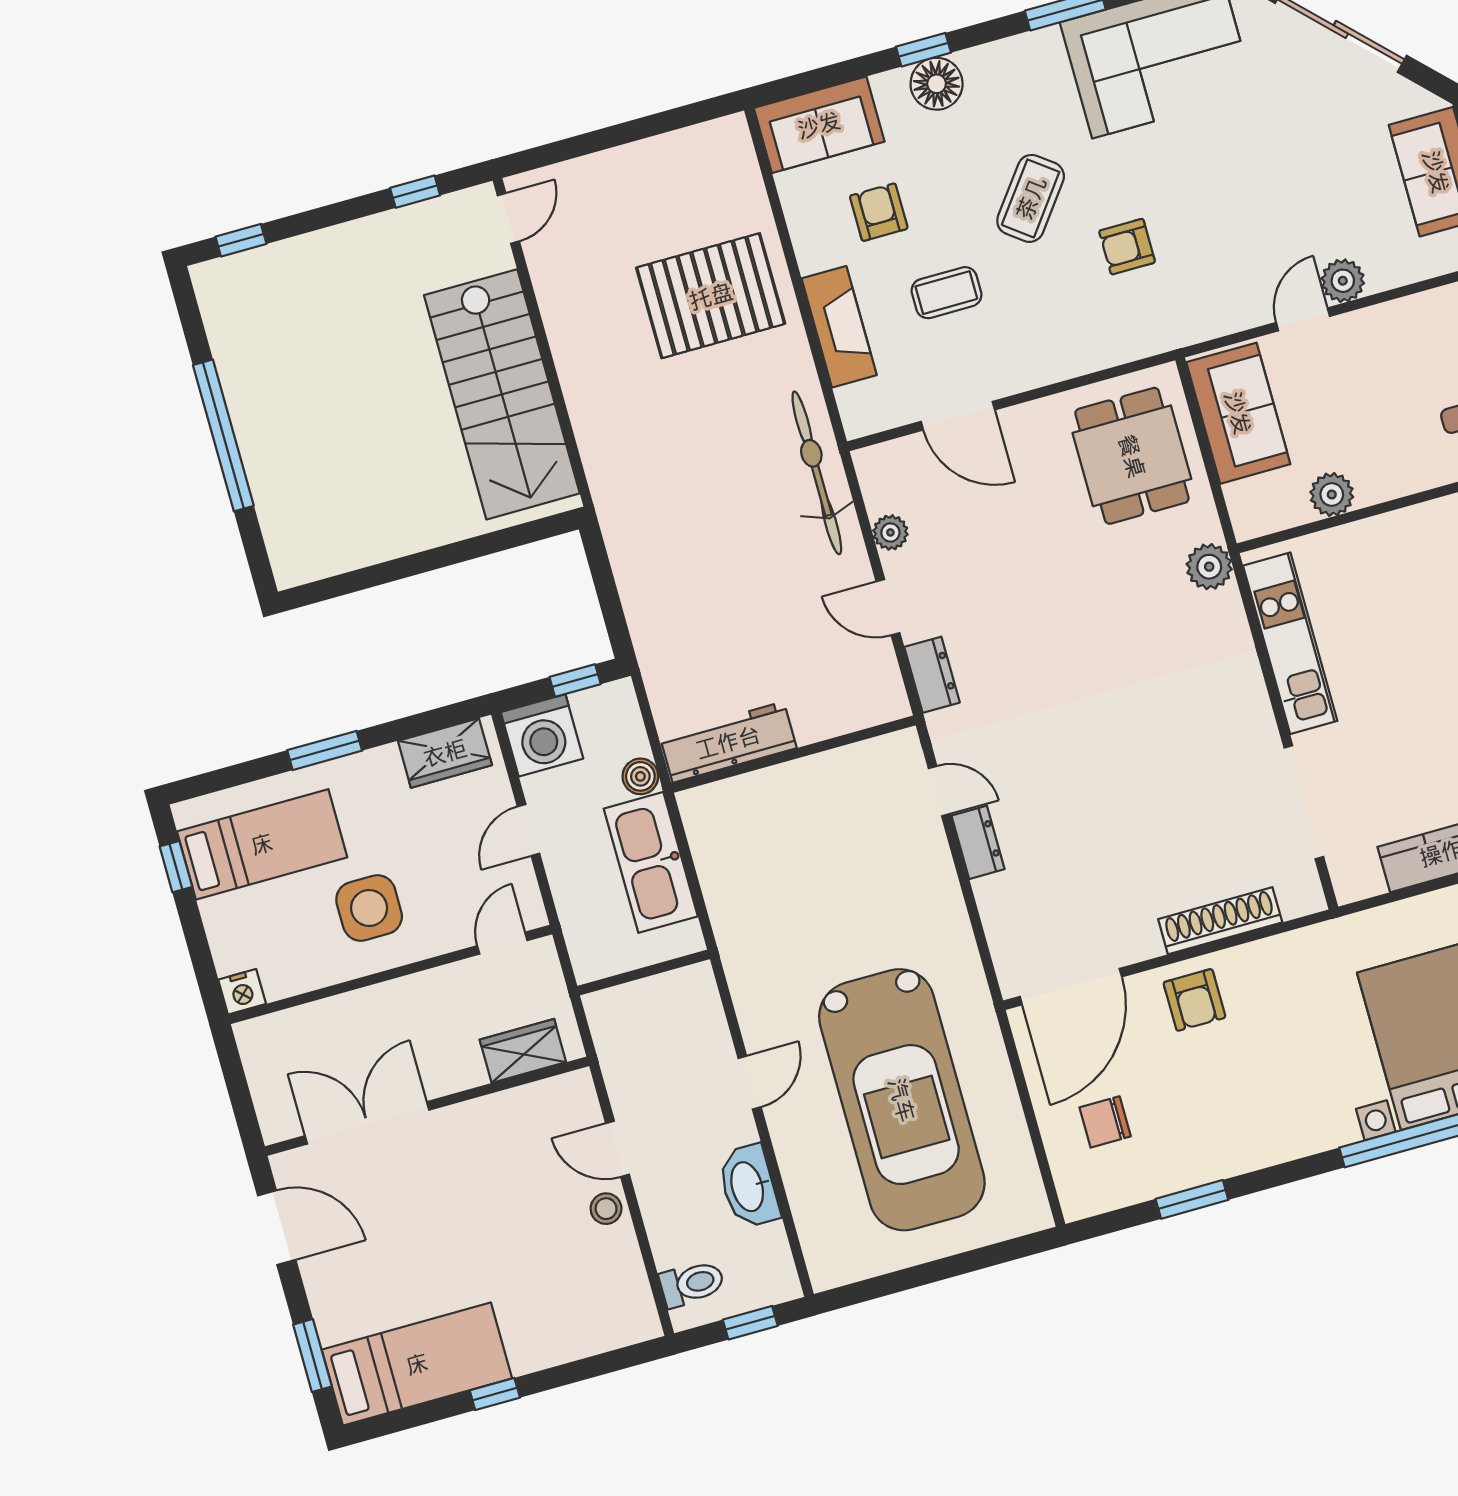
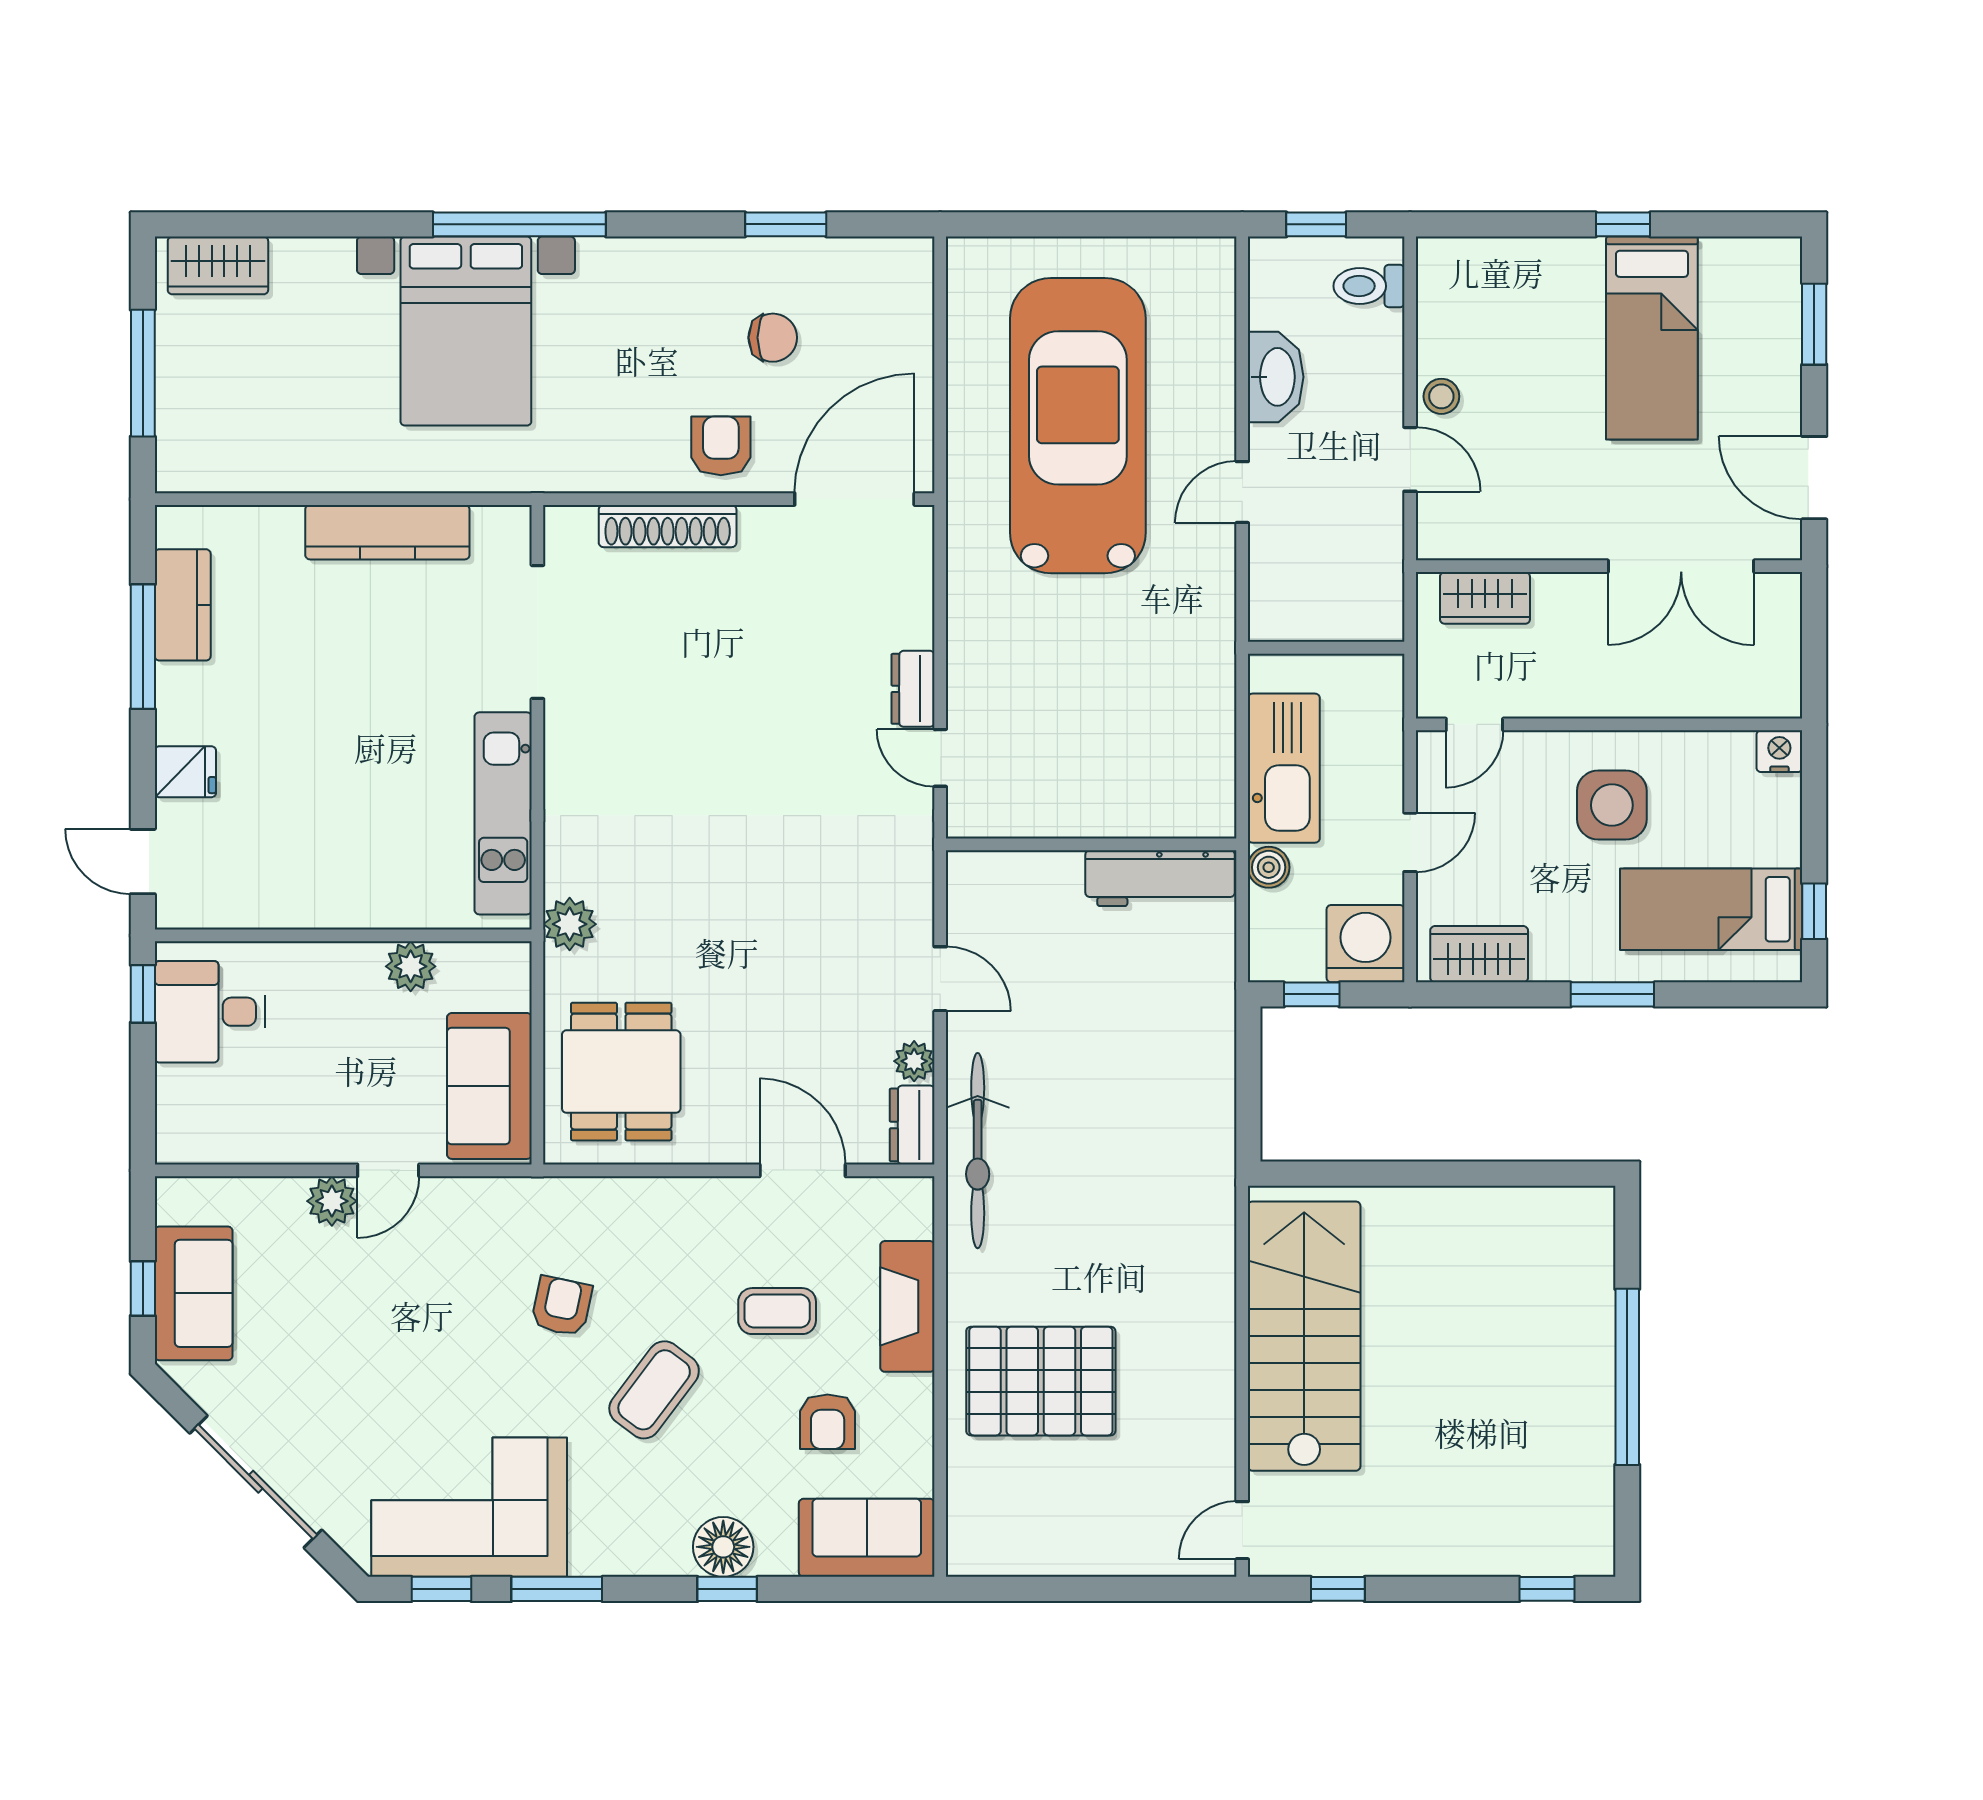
armchair: (1127, 247) -> (562, 1306), turned -78
dresser: (932, 675) -> (912, 1125), moved
chair: (1105, 1122) -> (773, 338), moved
bed: (417, 1364) -> (1652, 338), moved, turned -90

